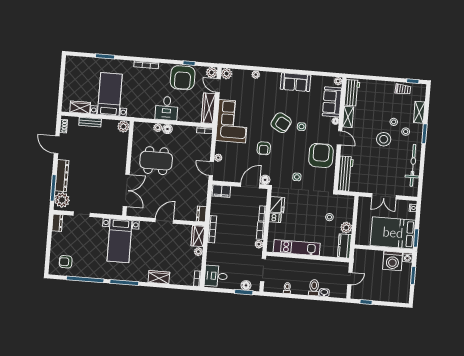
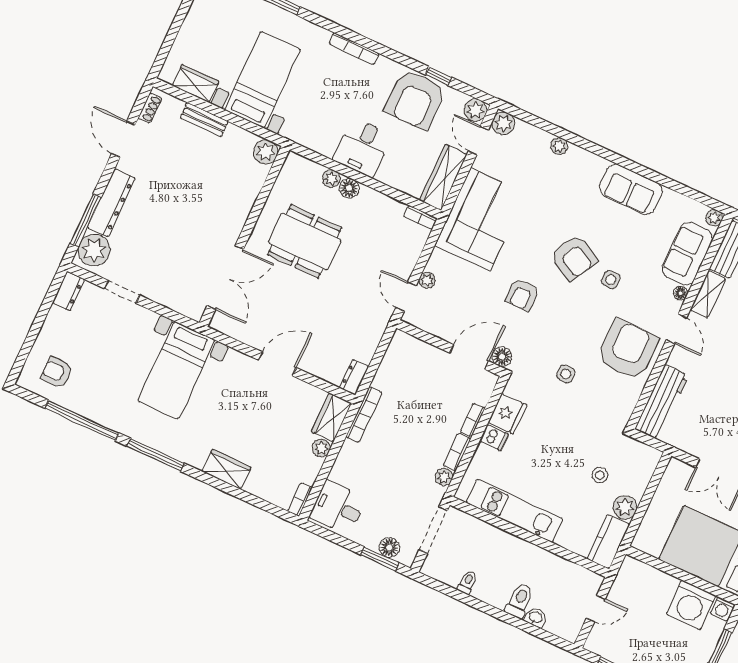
filing cabinet: (221, 191) -> (409, 347), removed

